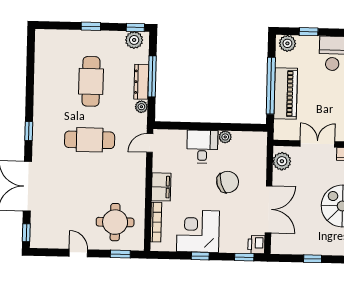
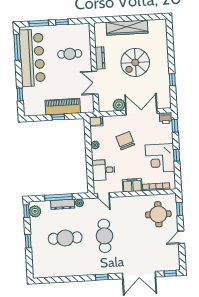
plant: (287, 43) -> (29, 108), removed
window: (271, 86) -> (58, 117), width x0.32
filing cabinet: (260, 141) -> (96, 121), added
desk: (202, 147) -> (104, 170), moved
plant: (282, 161) -> (119, 105), moved

